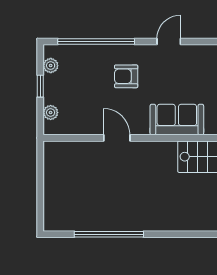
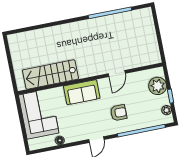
plant: (51, 113) -> (158, 86), width x1.88, depth x1.88
door: (117, 138) -> (117, 73), hinge flipped

